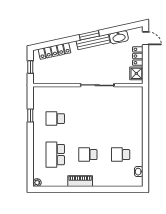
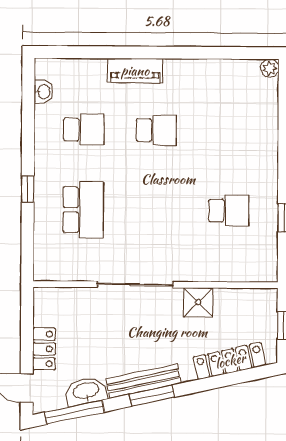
window: (124, 28) -> (74, 412), added
shower: (136, 73) -> (198, 302), moved
window: (145, 128) -> (28, 189), added
school desk: (55, 155) -> (83, 210), moved
piano: (80, 181) -> (135, 71), moved

